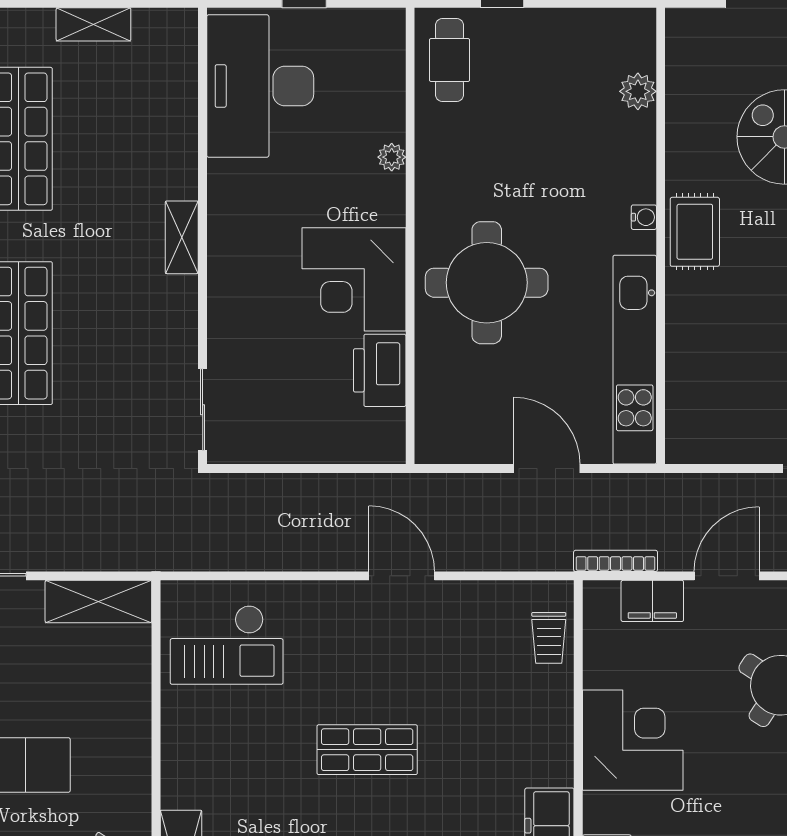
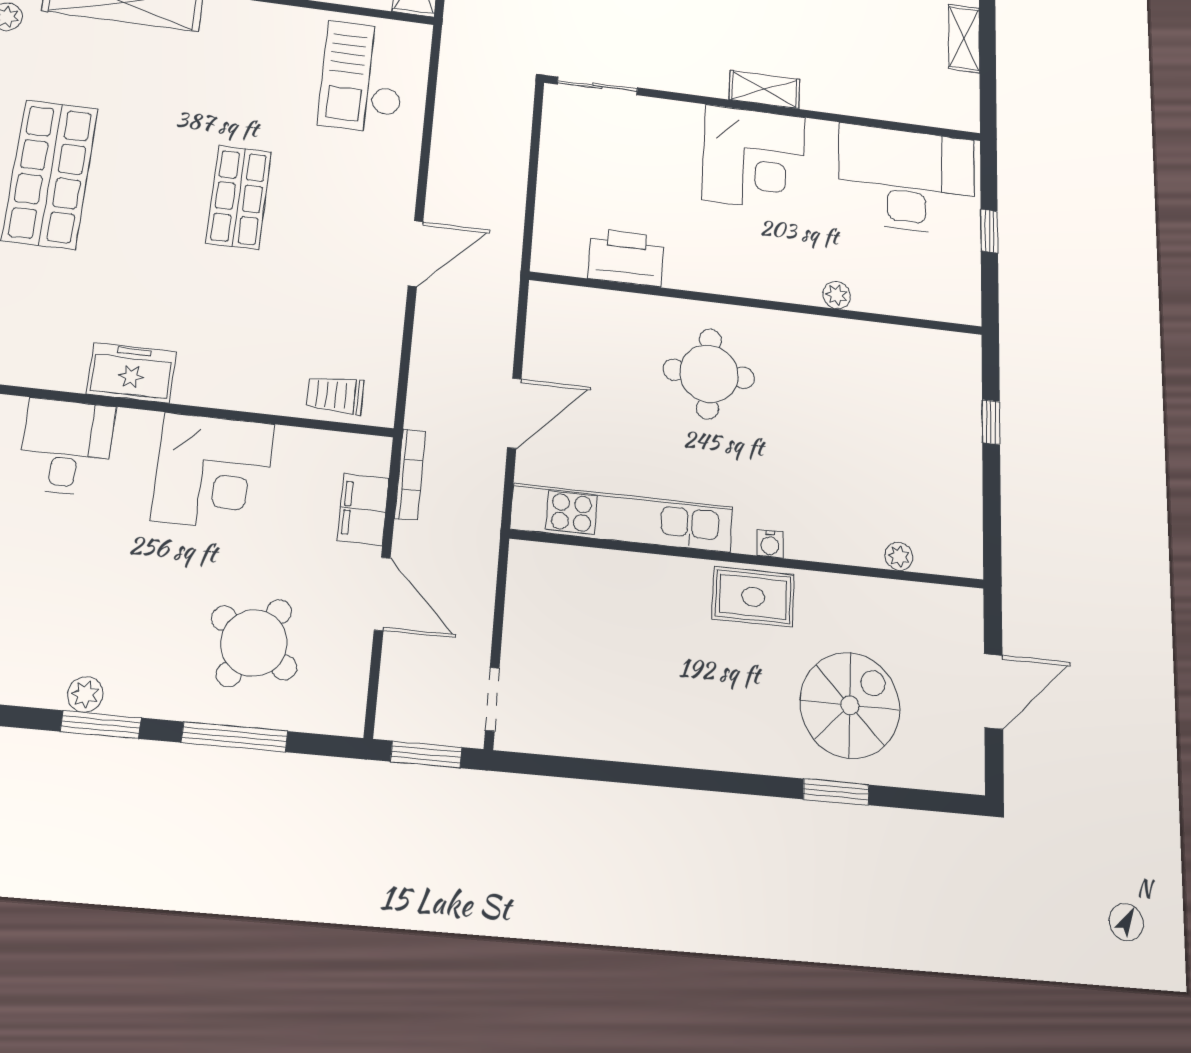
cafe table: (450, 60) -> (931, 363), removed
plant: (638, 91) -> (899, 556), width x0.73, depth x0.73
corner desk: (354, 279) -> (754, 158), moved, turned 180
round table: (487, 283) -> (709, 374), width x0.73, depth x0.73

